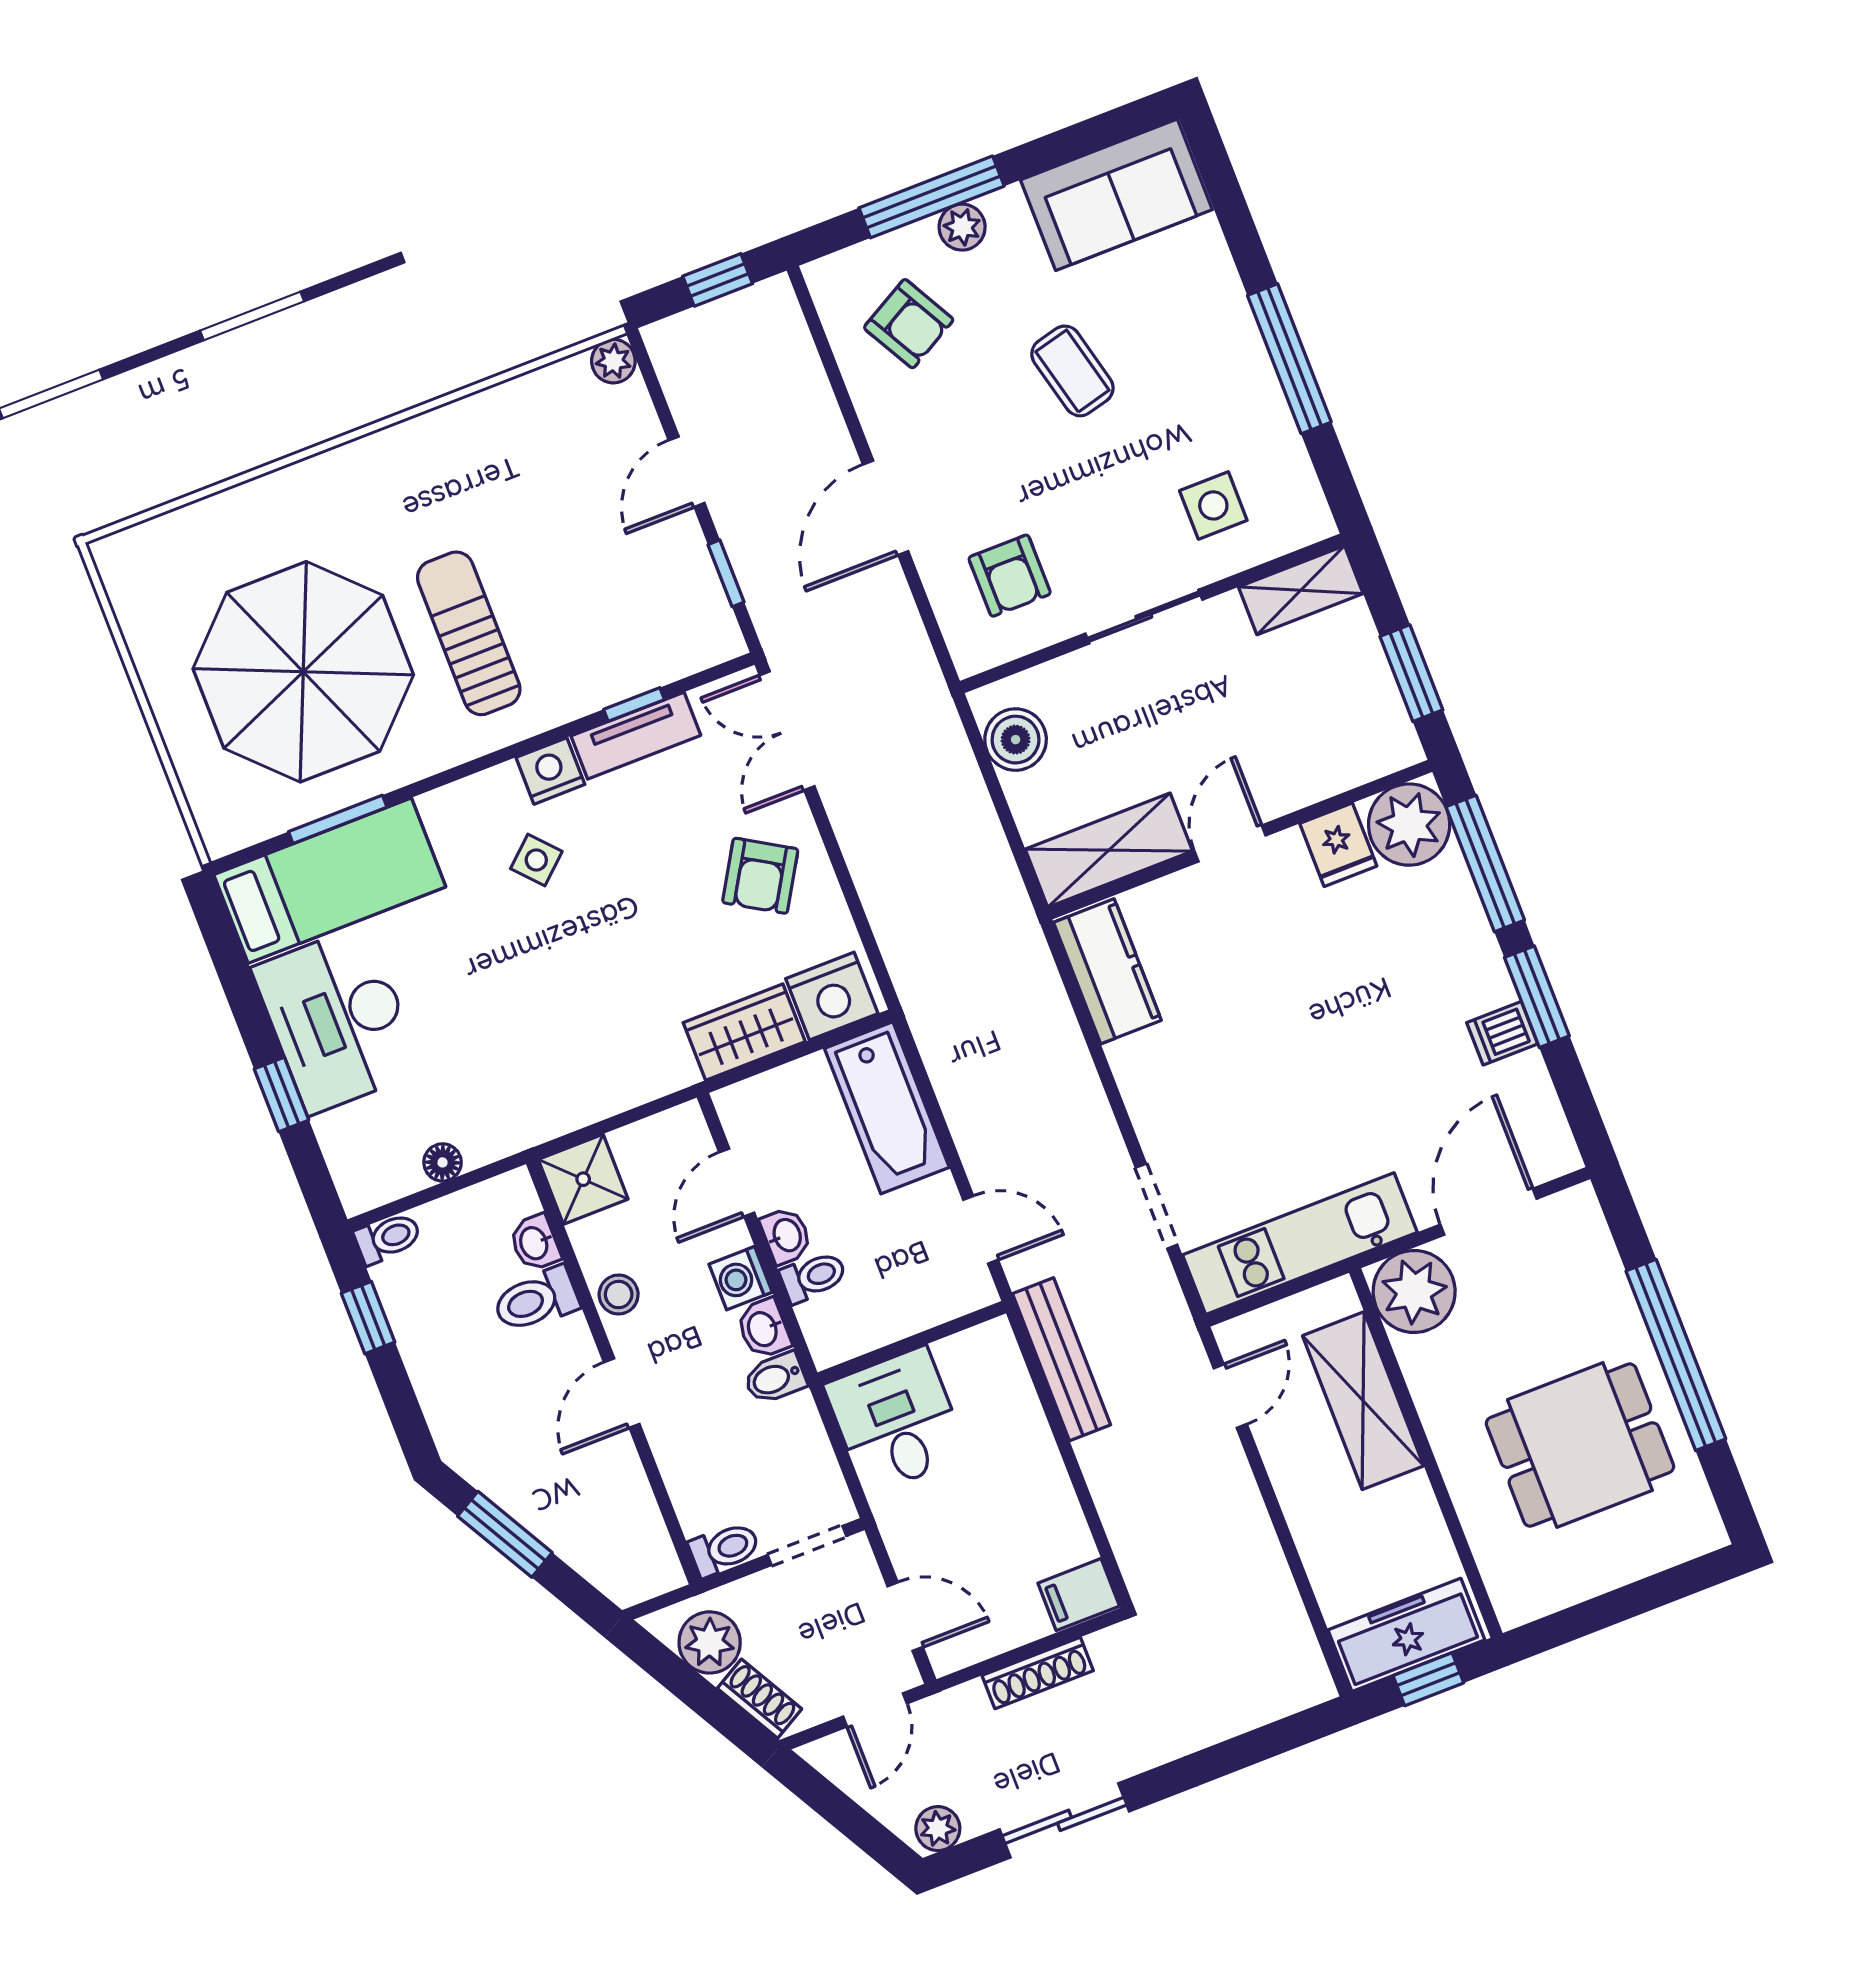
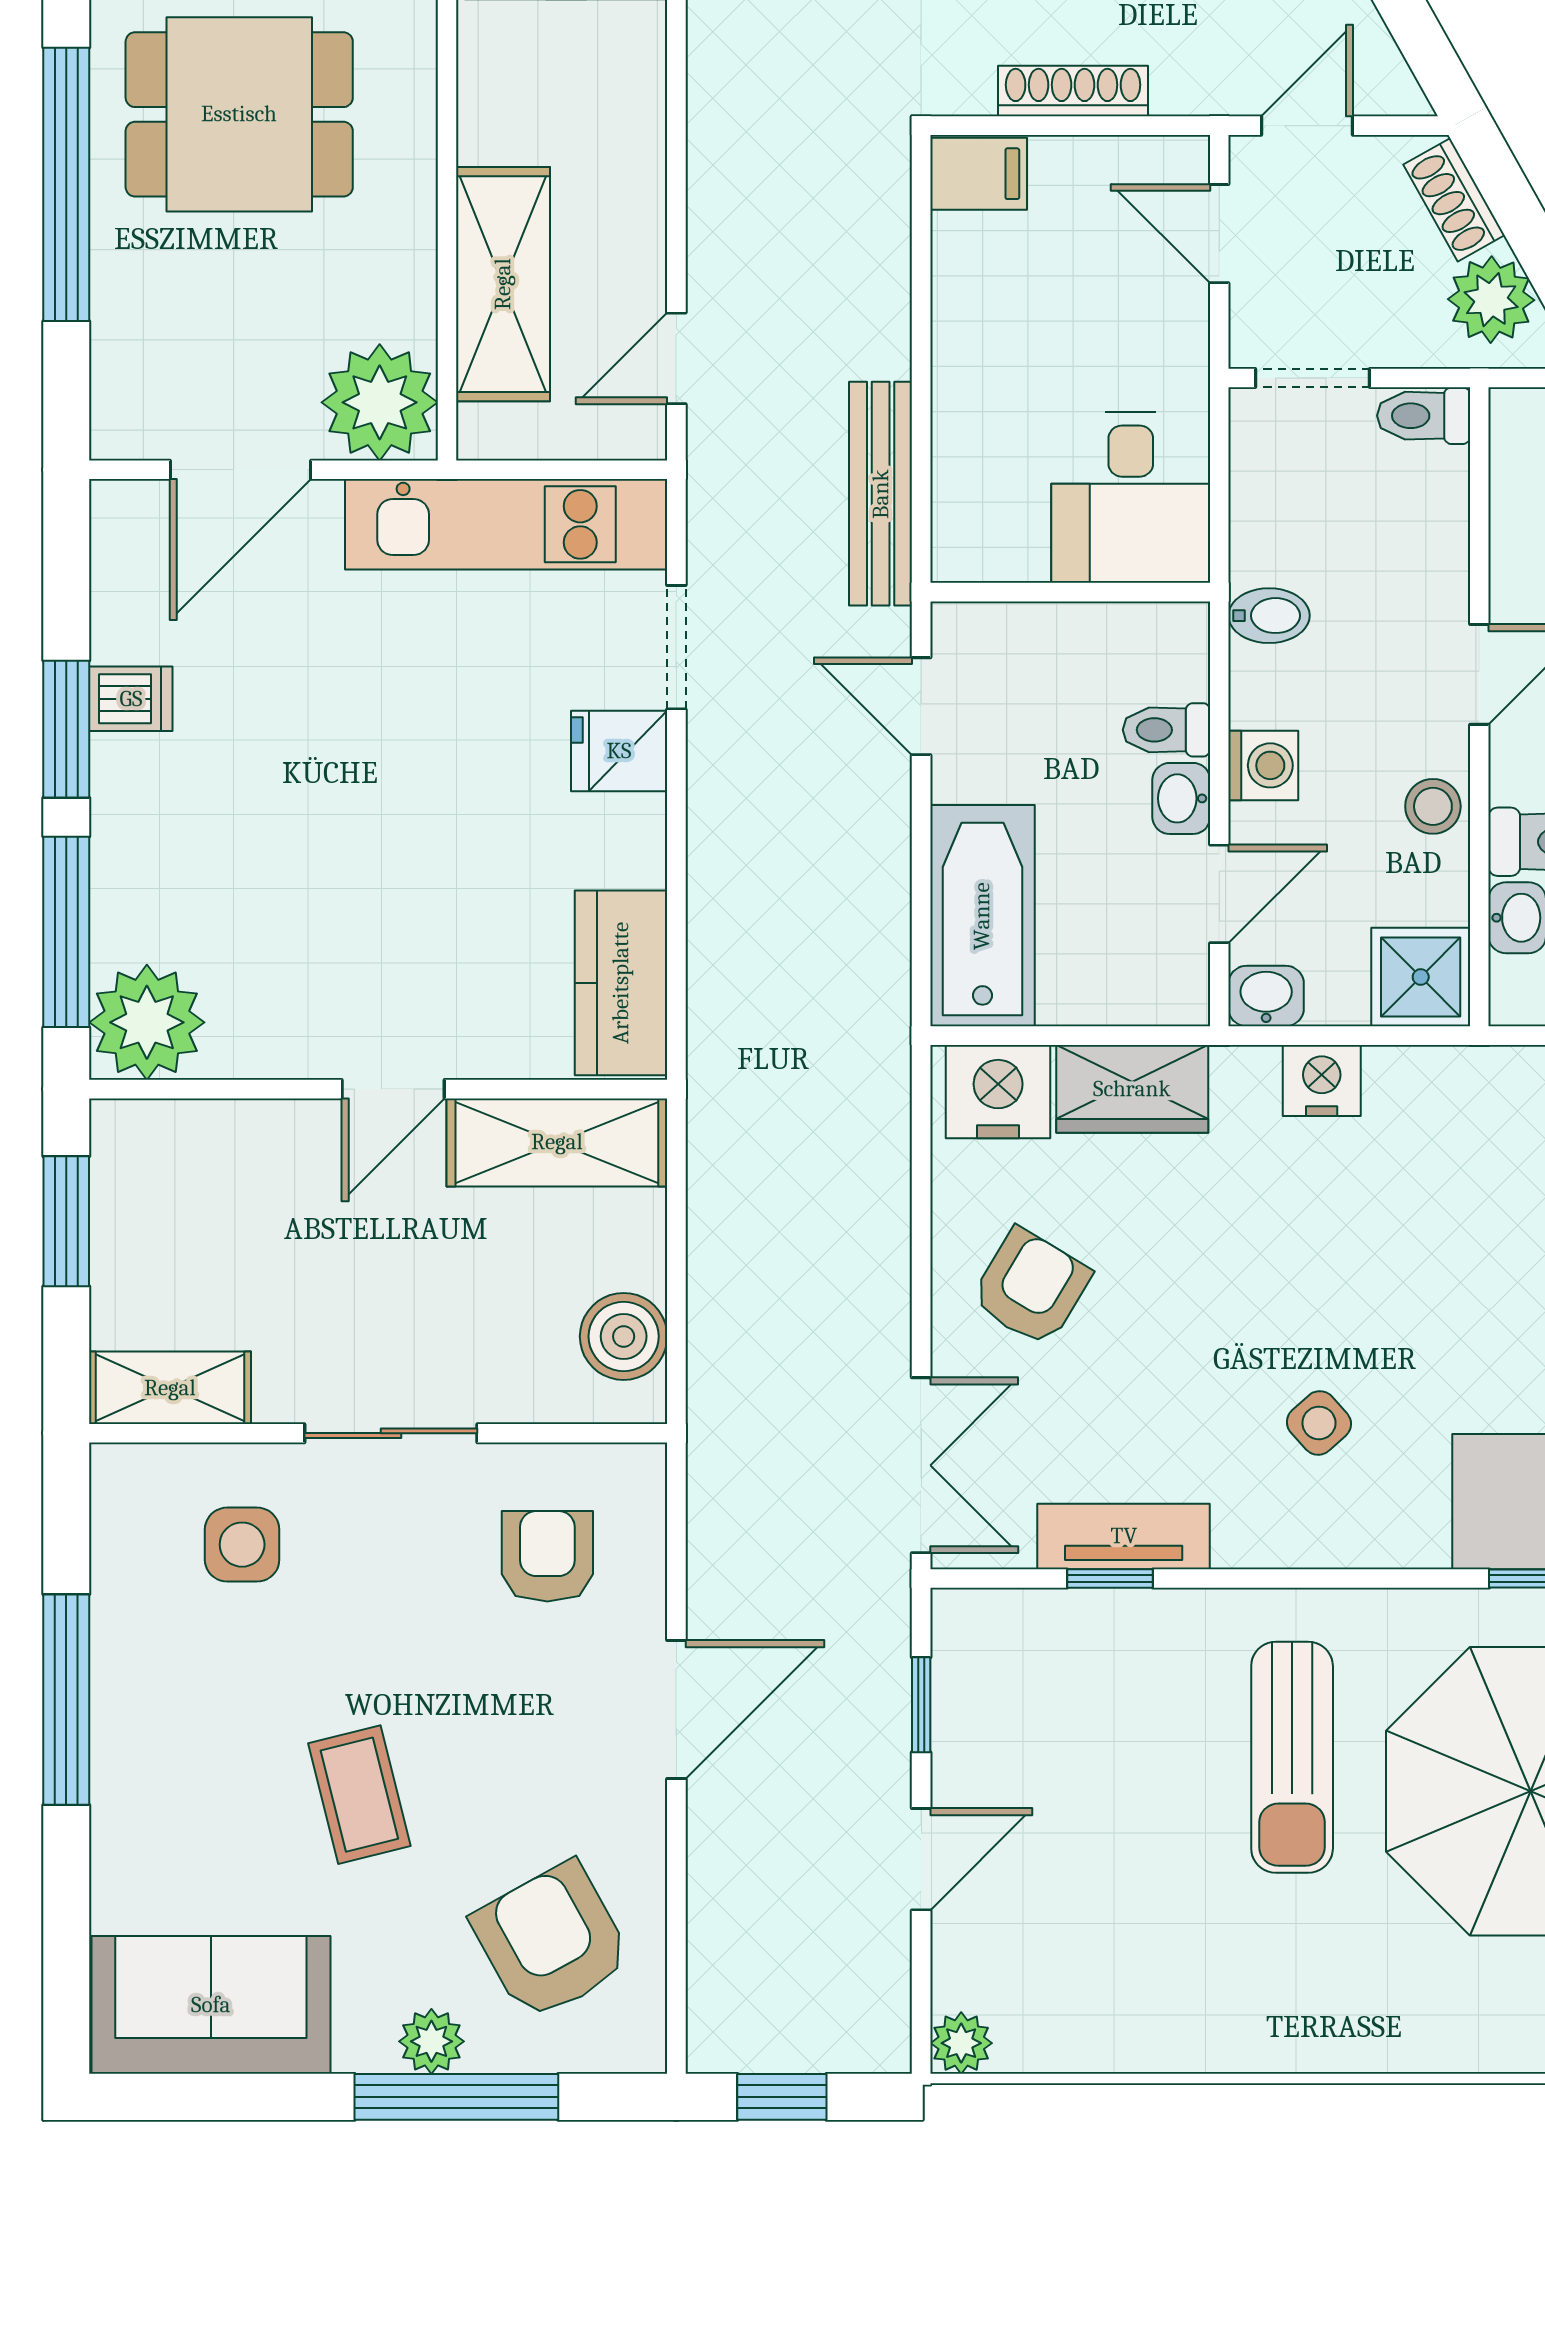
armchair: (909, 324) -> (552, 1941), width x1.38, depth x1.38
nightstand: (550, 771) -> (1322, 1080), moved, turned 180
fridge: (1338, 845) -> (619, 751), moved, turned -90
washbasin: (764, 1329) -> (1266, 996), moved, turned -90

